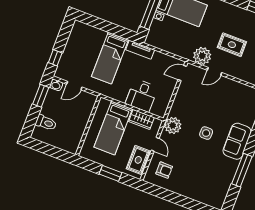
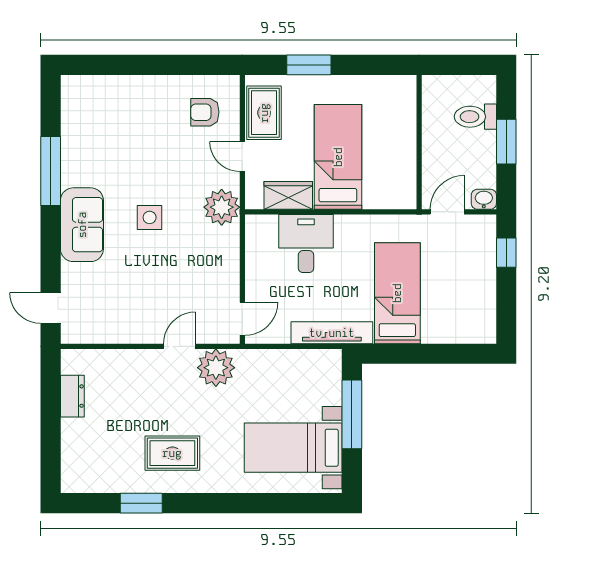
rug: (232, 45) -> (172, 453), moved
tv unit: (140, 50) -> (332, 333), width x1.41
window: (41, 96) -> (506, 142), moved
wall: (88, 126) -> (419, 142), moved

